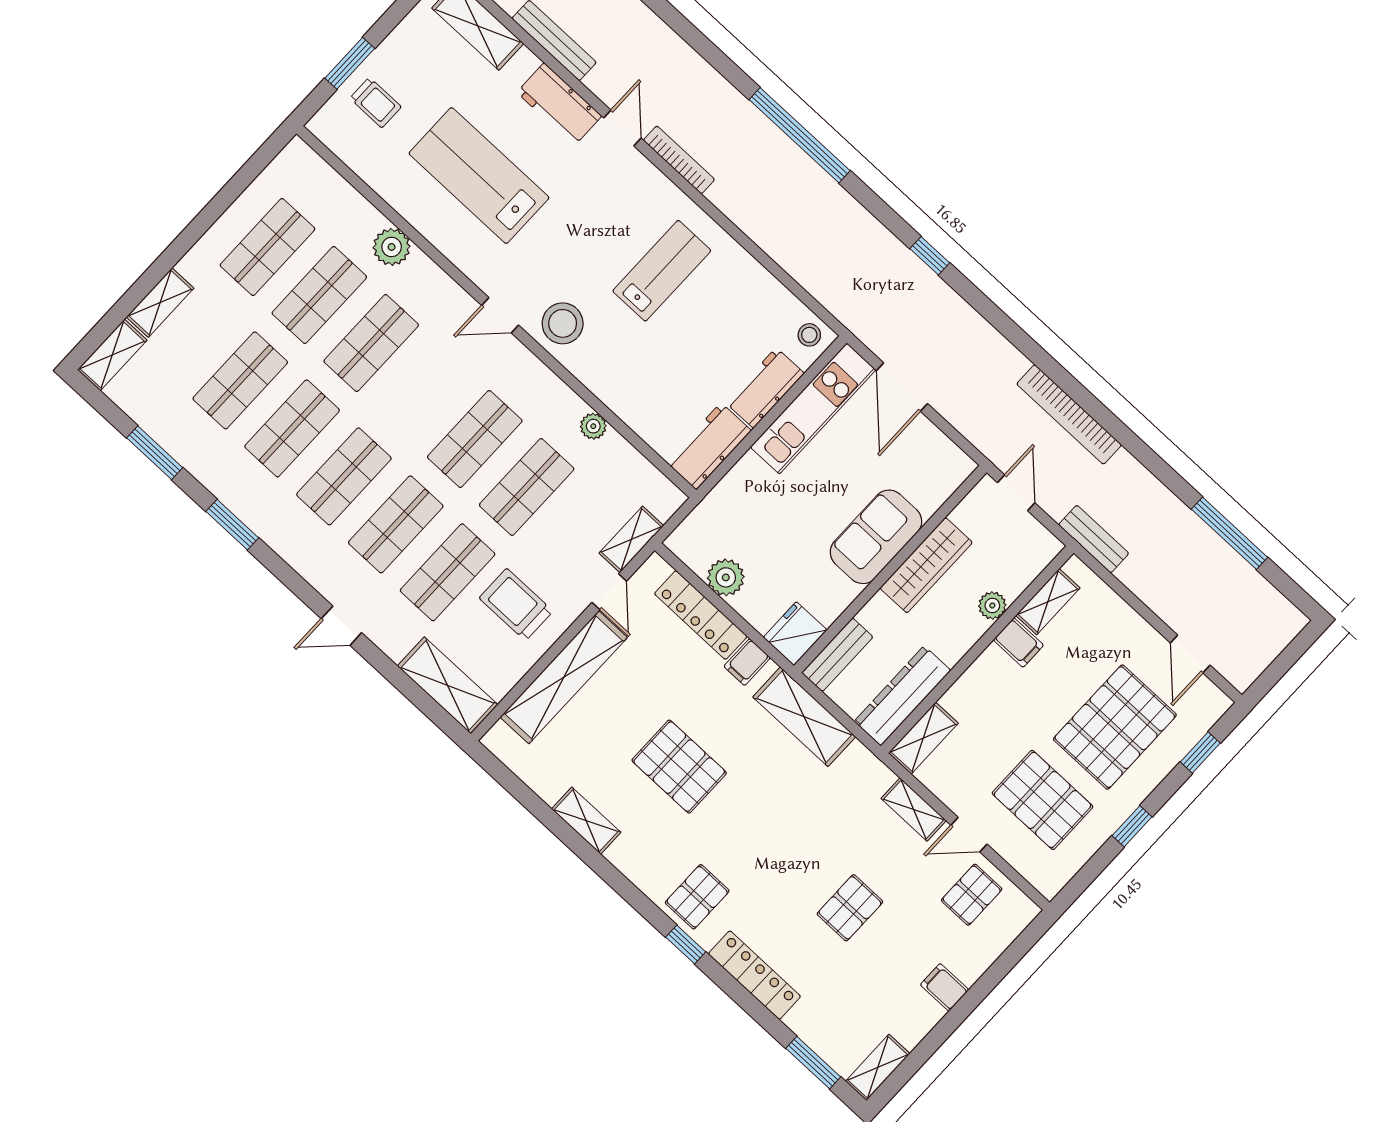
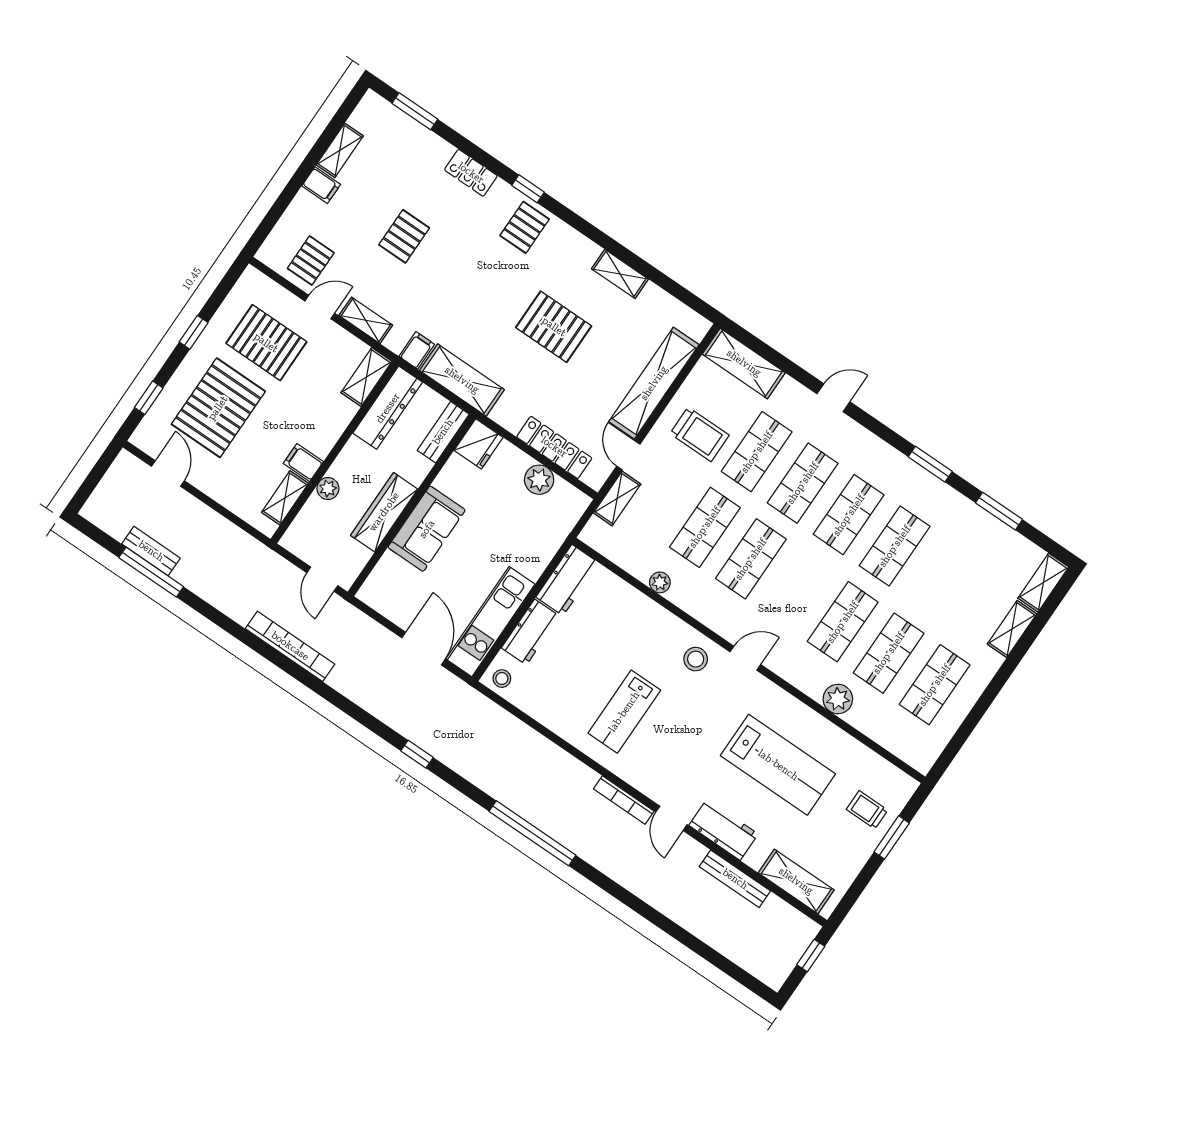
stool: (563, 323) -> (696, 659), width x0.73, depth x0.73
shop shelf: (240, 380) -> (941, 577), removed
bench: (1094, 539) -> (151, 551), moved
filing cabinet: (747, 662) -> (417, 350), moved
locker: (754, 975) -> (471, 173), width x0.66
shelving: (878, 1067) -> (340, 150), moved

